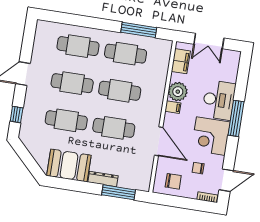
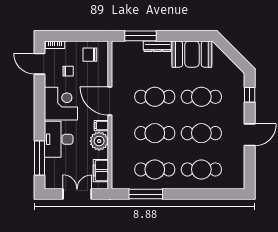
window: (236, 118) -> (39, 158), moved
door: (159, 141) -> (110, 101), moved
door: (226, 180) -> (39, 64), hinge flipped

